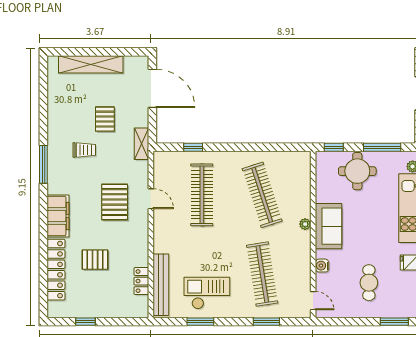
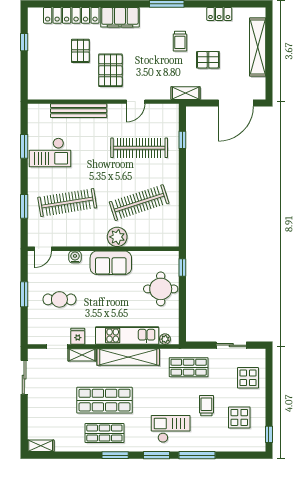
window: (382, 147) -> (182, 311), removed
pallet: (115, 202) -> (110, 70), moved, turned 90
plant: (305, 224) -> (117, 237), width x1.87, depth x1.87
locker: (141, 281) -> (219, 14), moved, turned 180
bench: (161, 285) -> (79, 111), moved
checkout: (207, 293) -> (50, 152), turned 90
window: (394, 322) -> (24, 294), moved

